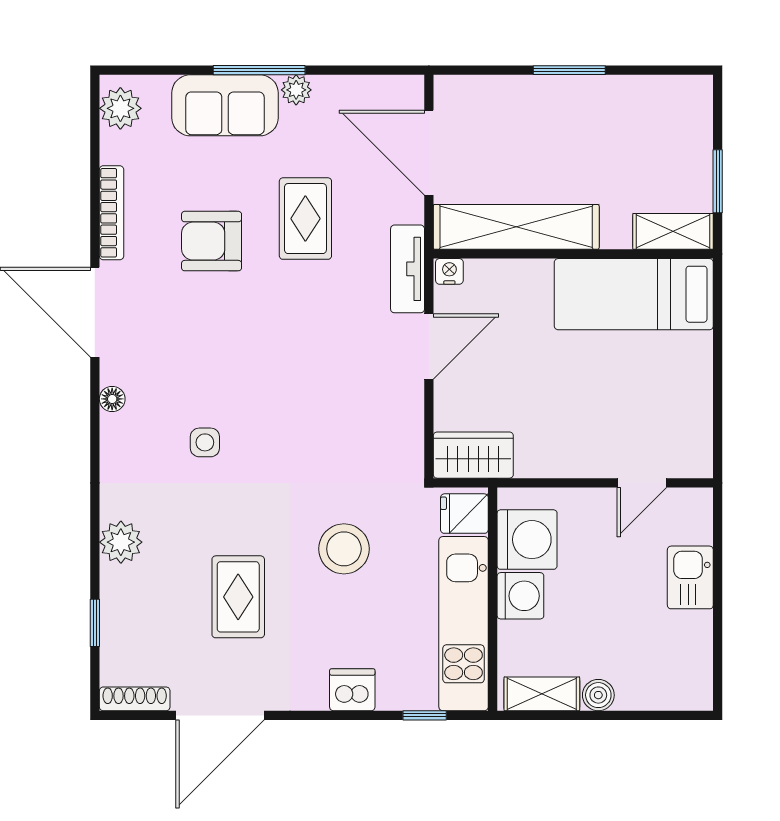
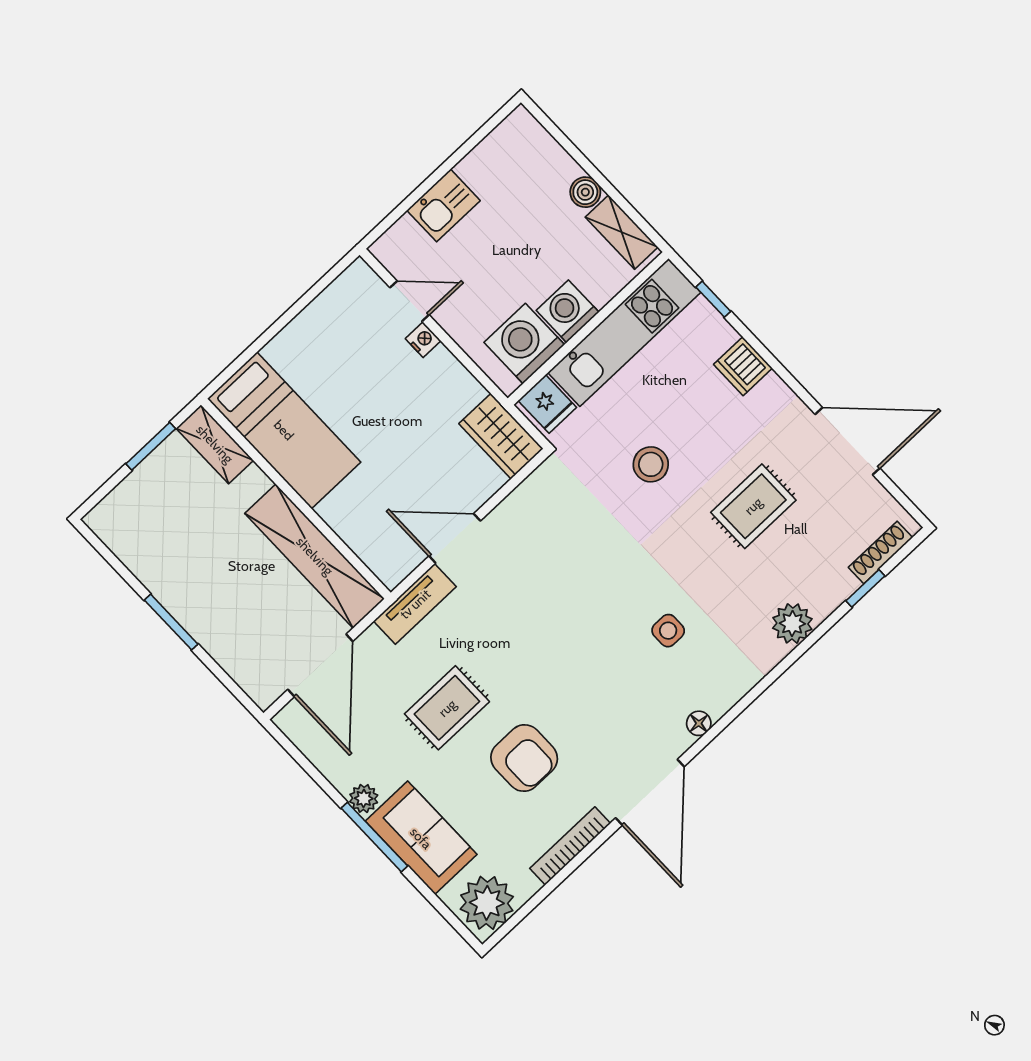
plant: (120, 108) -> (487, 903), width x1.36, depth x1.36
nightstand: (449, 271) -> (423, 340), moved, turned 180
stool: (344, 549) -> (651, 464), width x0.73, depth x0.73
shoe rack: (135, 699) -> (881, 552), moved, turned 90

